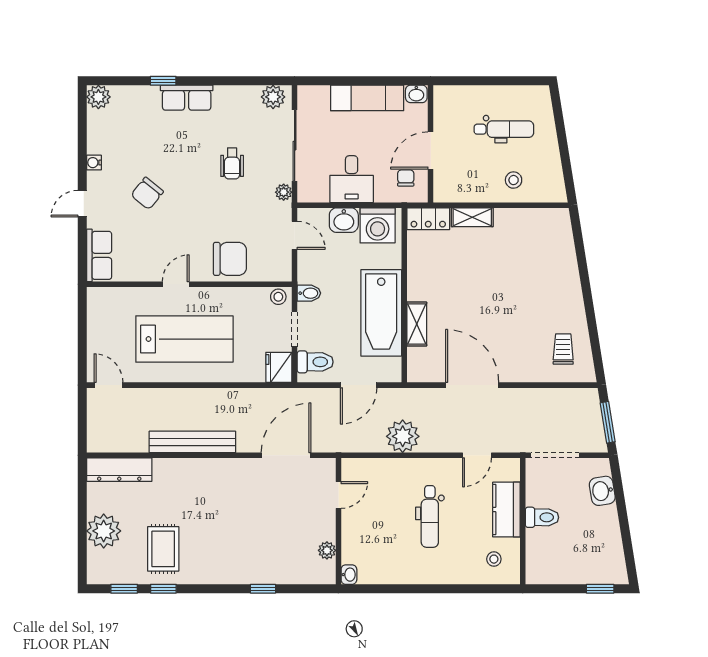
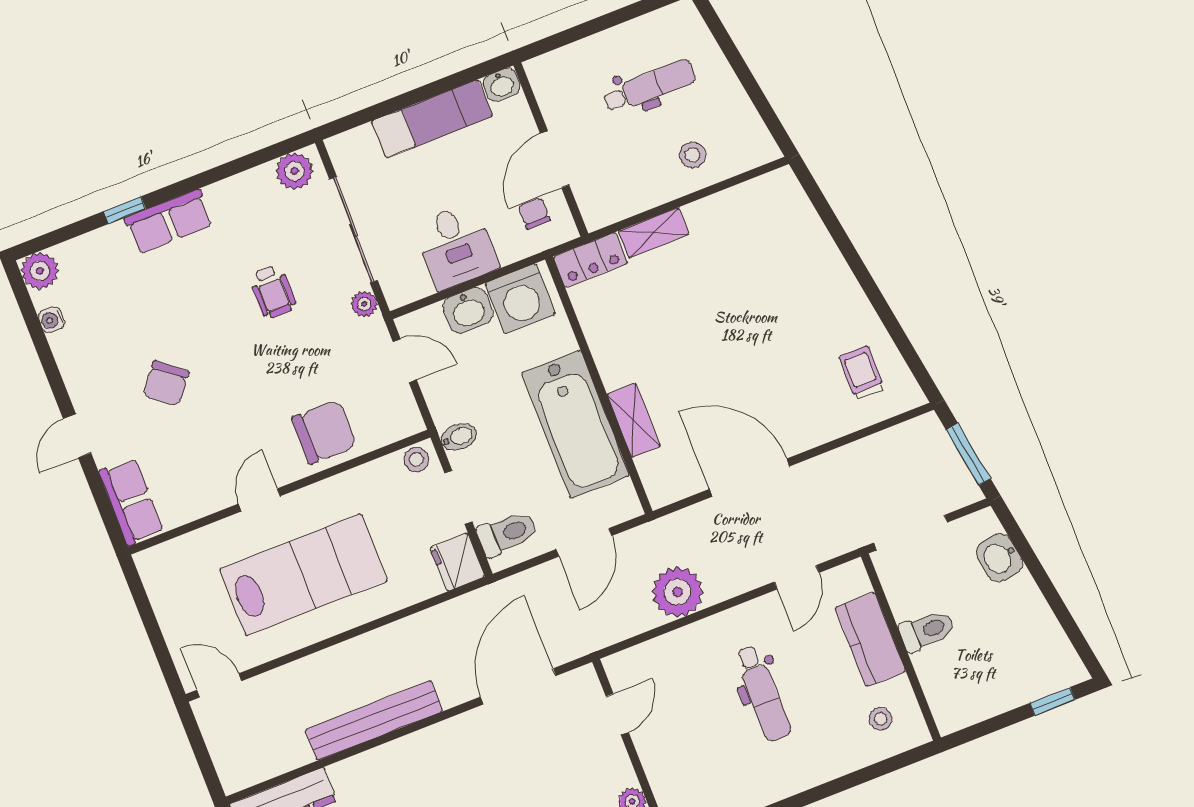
water cooler: (94, 163) -> (51, 320), moved

